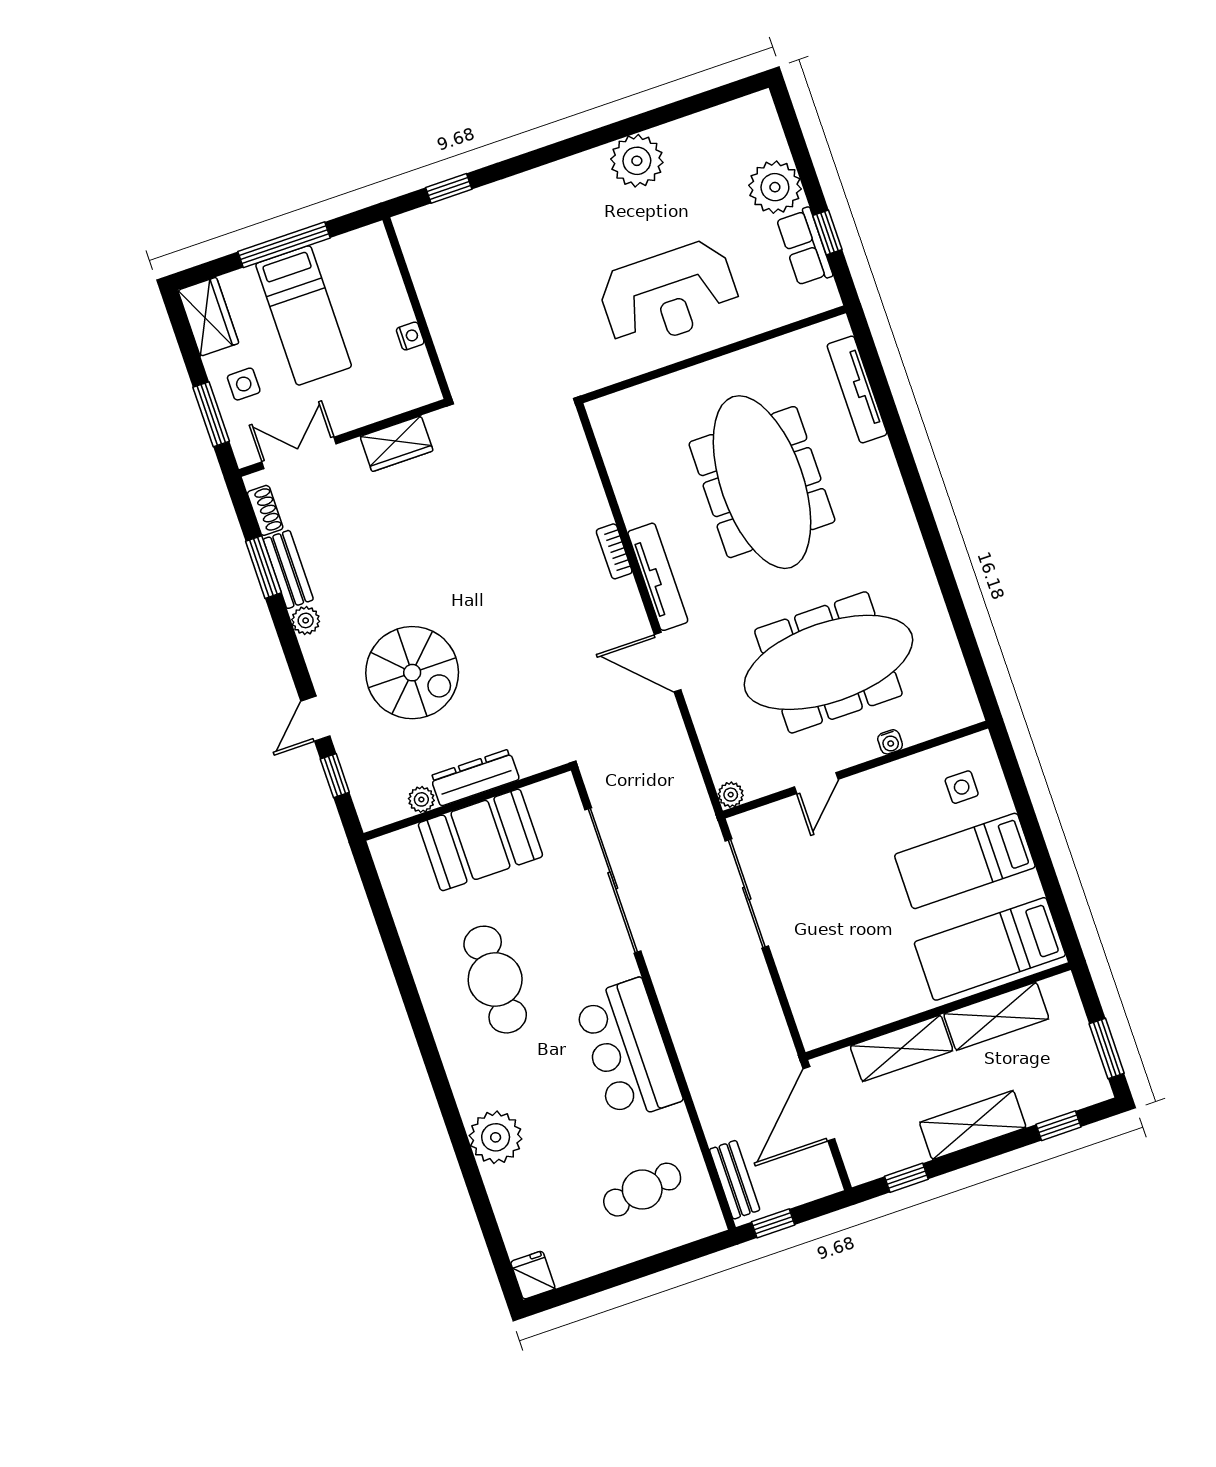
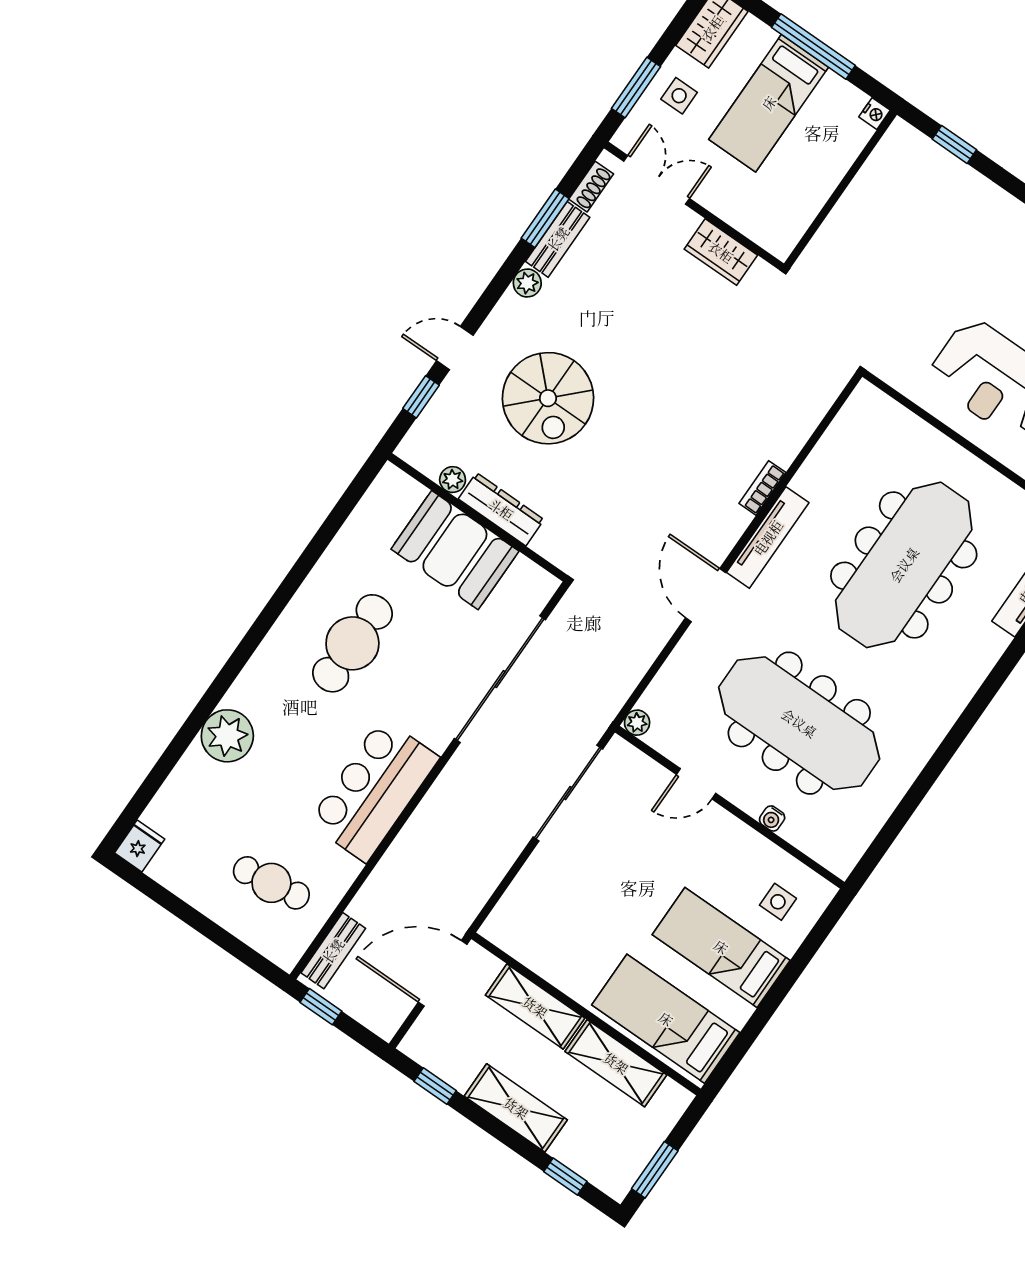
nightstand: (410, 336) -> (875, 114), moved

